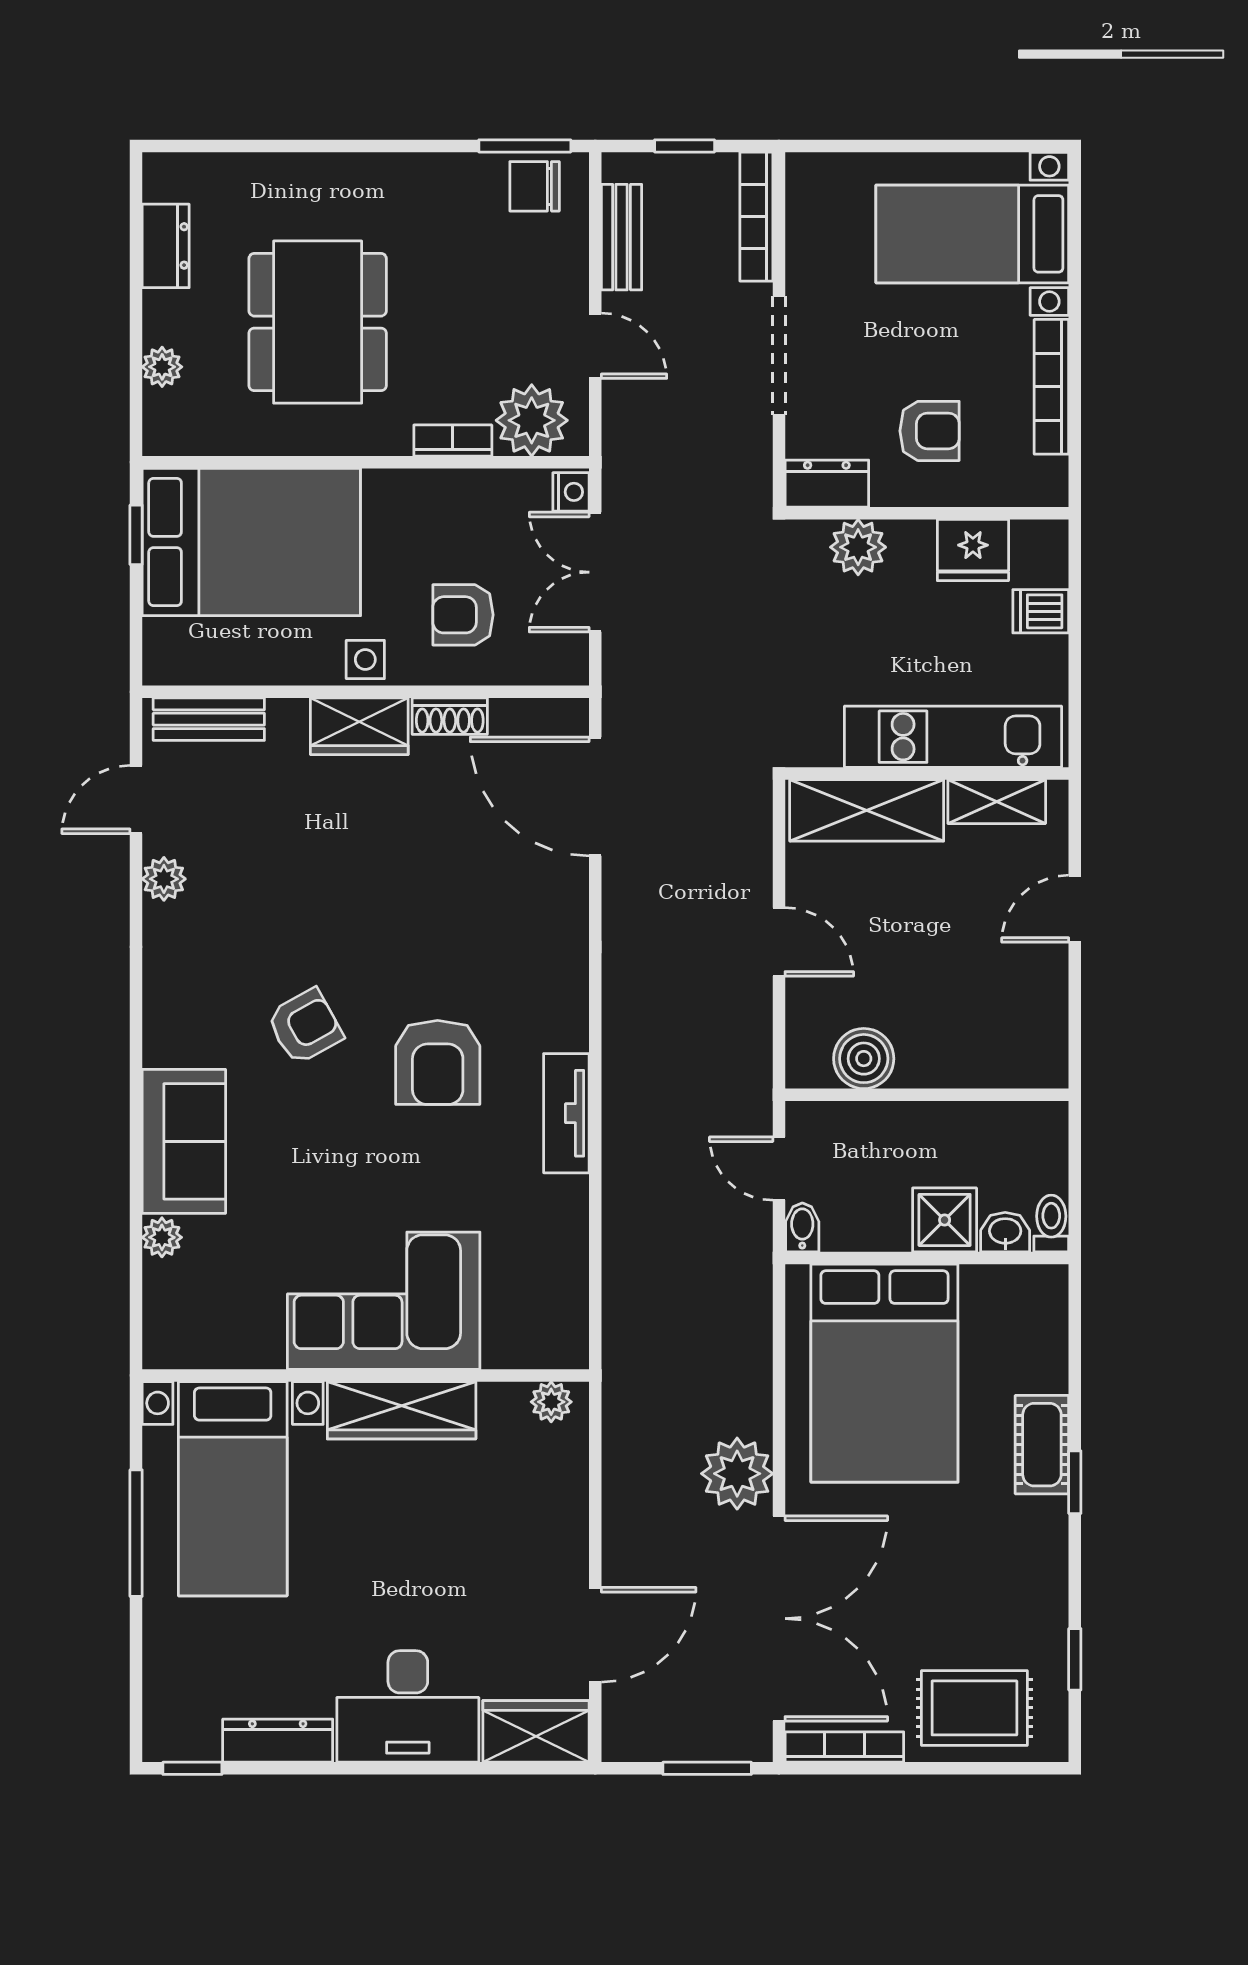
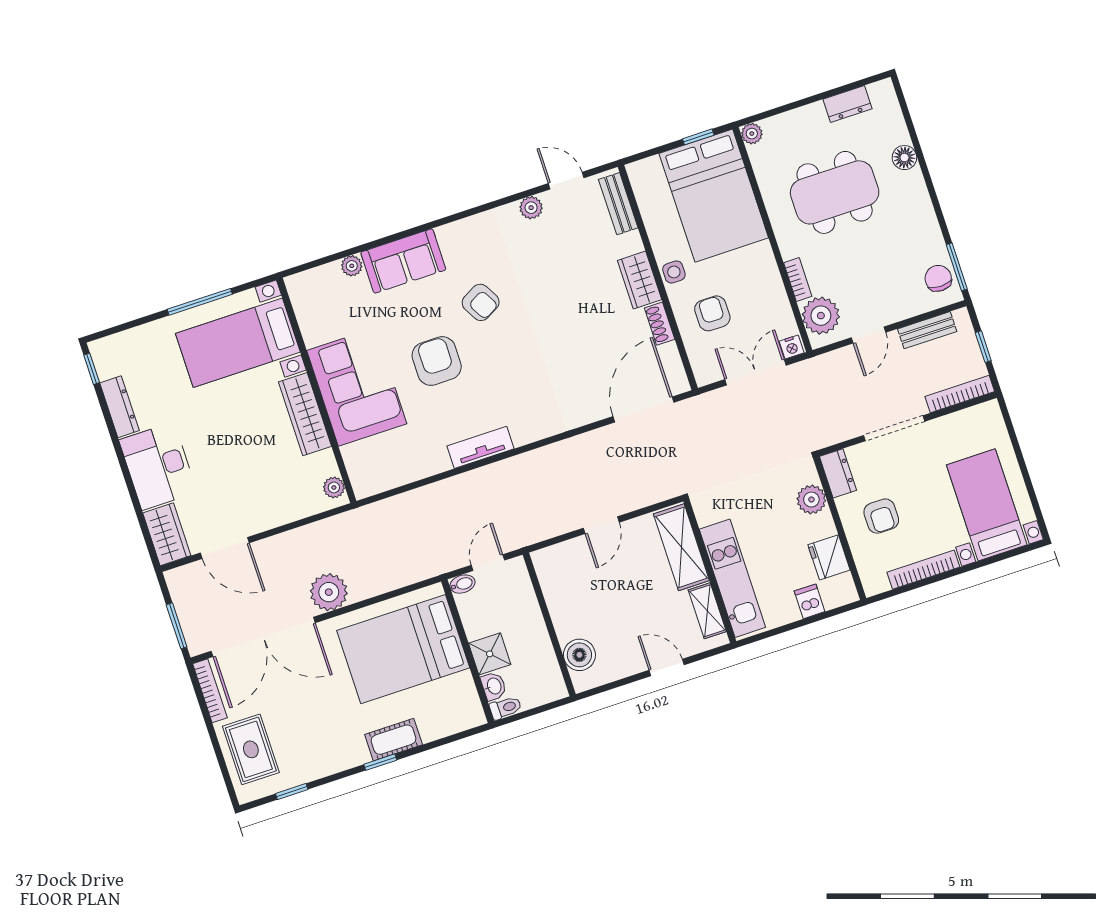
floor lamp: (296, 175) -> (904, 158), added
plant: (162, 367) -> (752, 134), moved
boiler: (864, 1059) -> (579, 655), moved
armchair: (438, 1062) -> (437, 361), moved, turned 90

